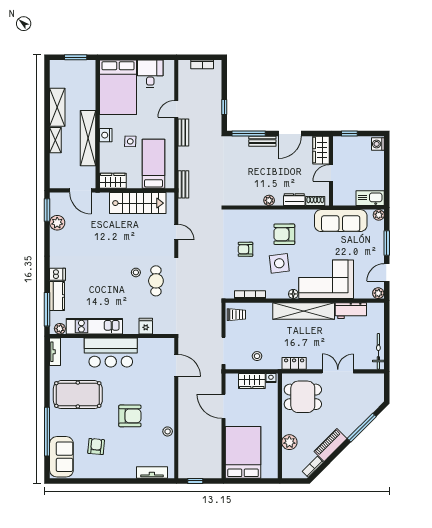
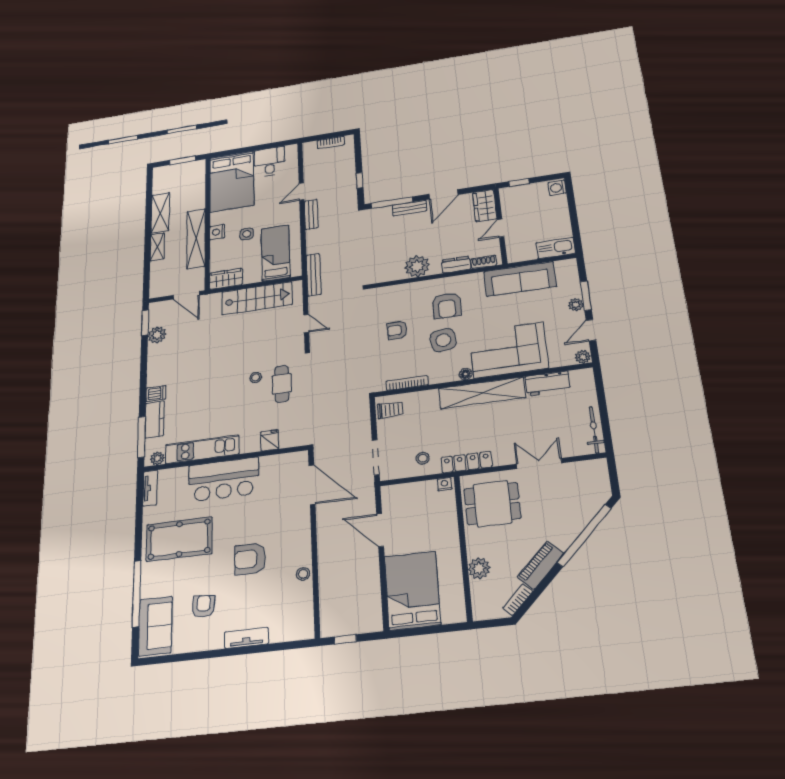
bench: (183, 184) -> (314, 275), width x1.36
plant: (269, 200) -> (417, 266), width x1.88, depth x1.88
plant: (379, 215) -> (576, 305), moved
armchair: (284, 234) -> (447, 305), turned -90
locker: (294, 363) -> (466, 462), width x1.53
door: (176, 366) -> (312, 485), width x1.36
wardrobe: (252, 381) -> (418, 492), removed
armchair: (130, 416) -> (250, 559), turned 180
window: (362, 428) -> (584, 535), width x1.46
tv unit: (152, 472) -> (246, 638), moved

